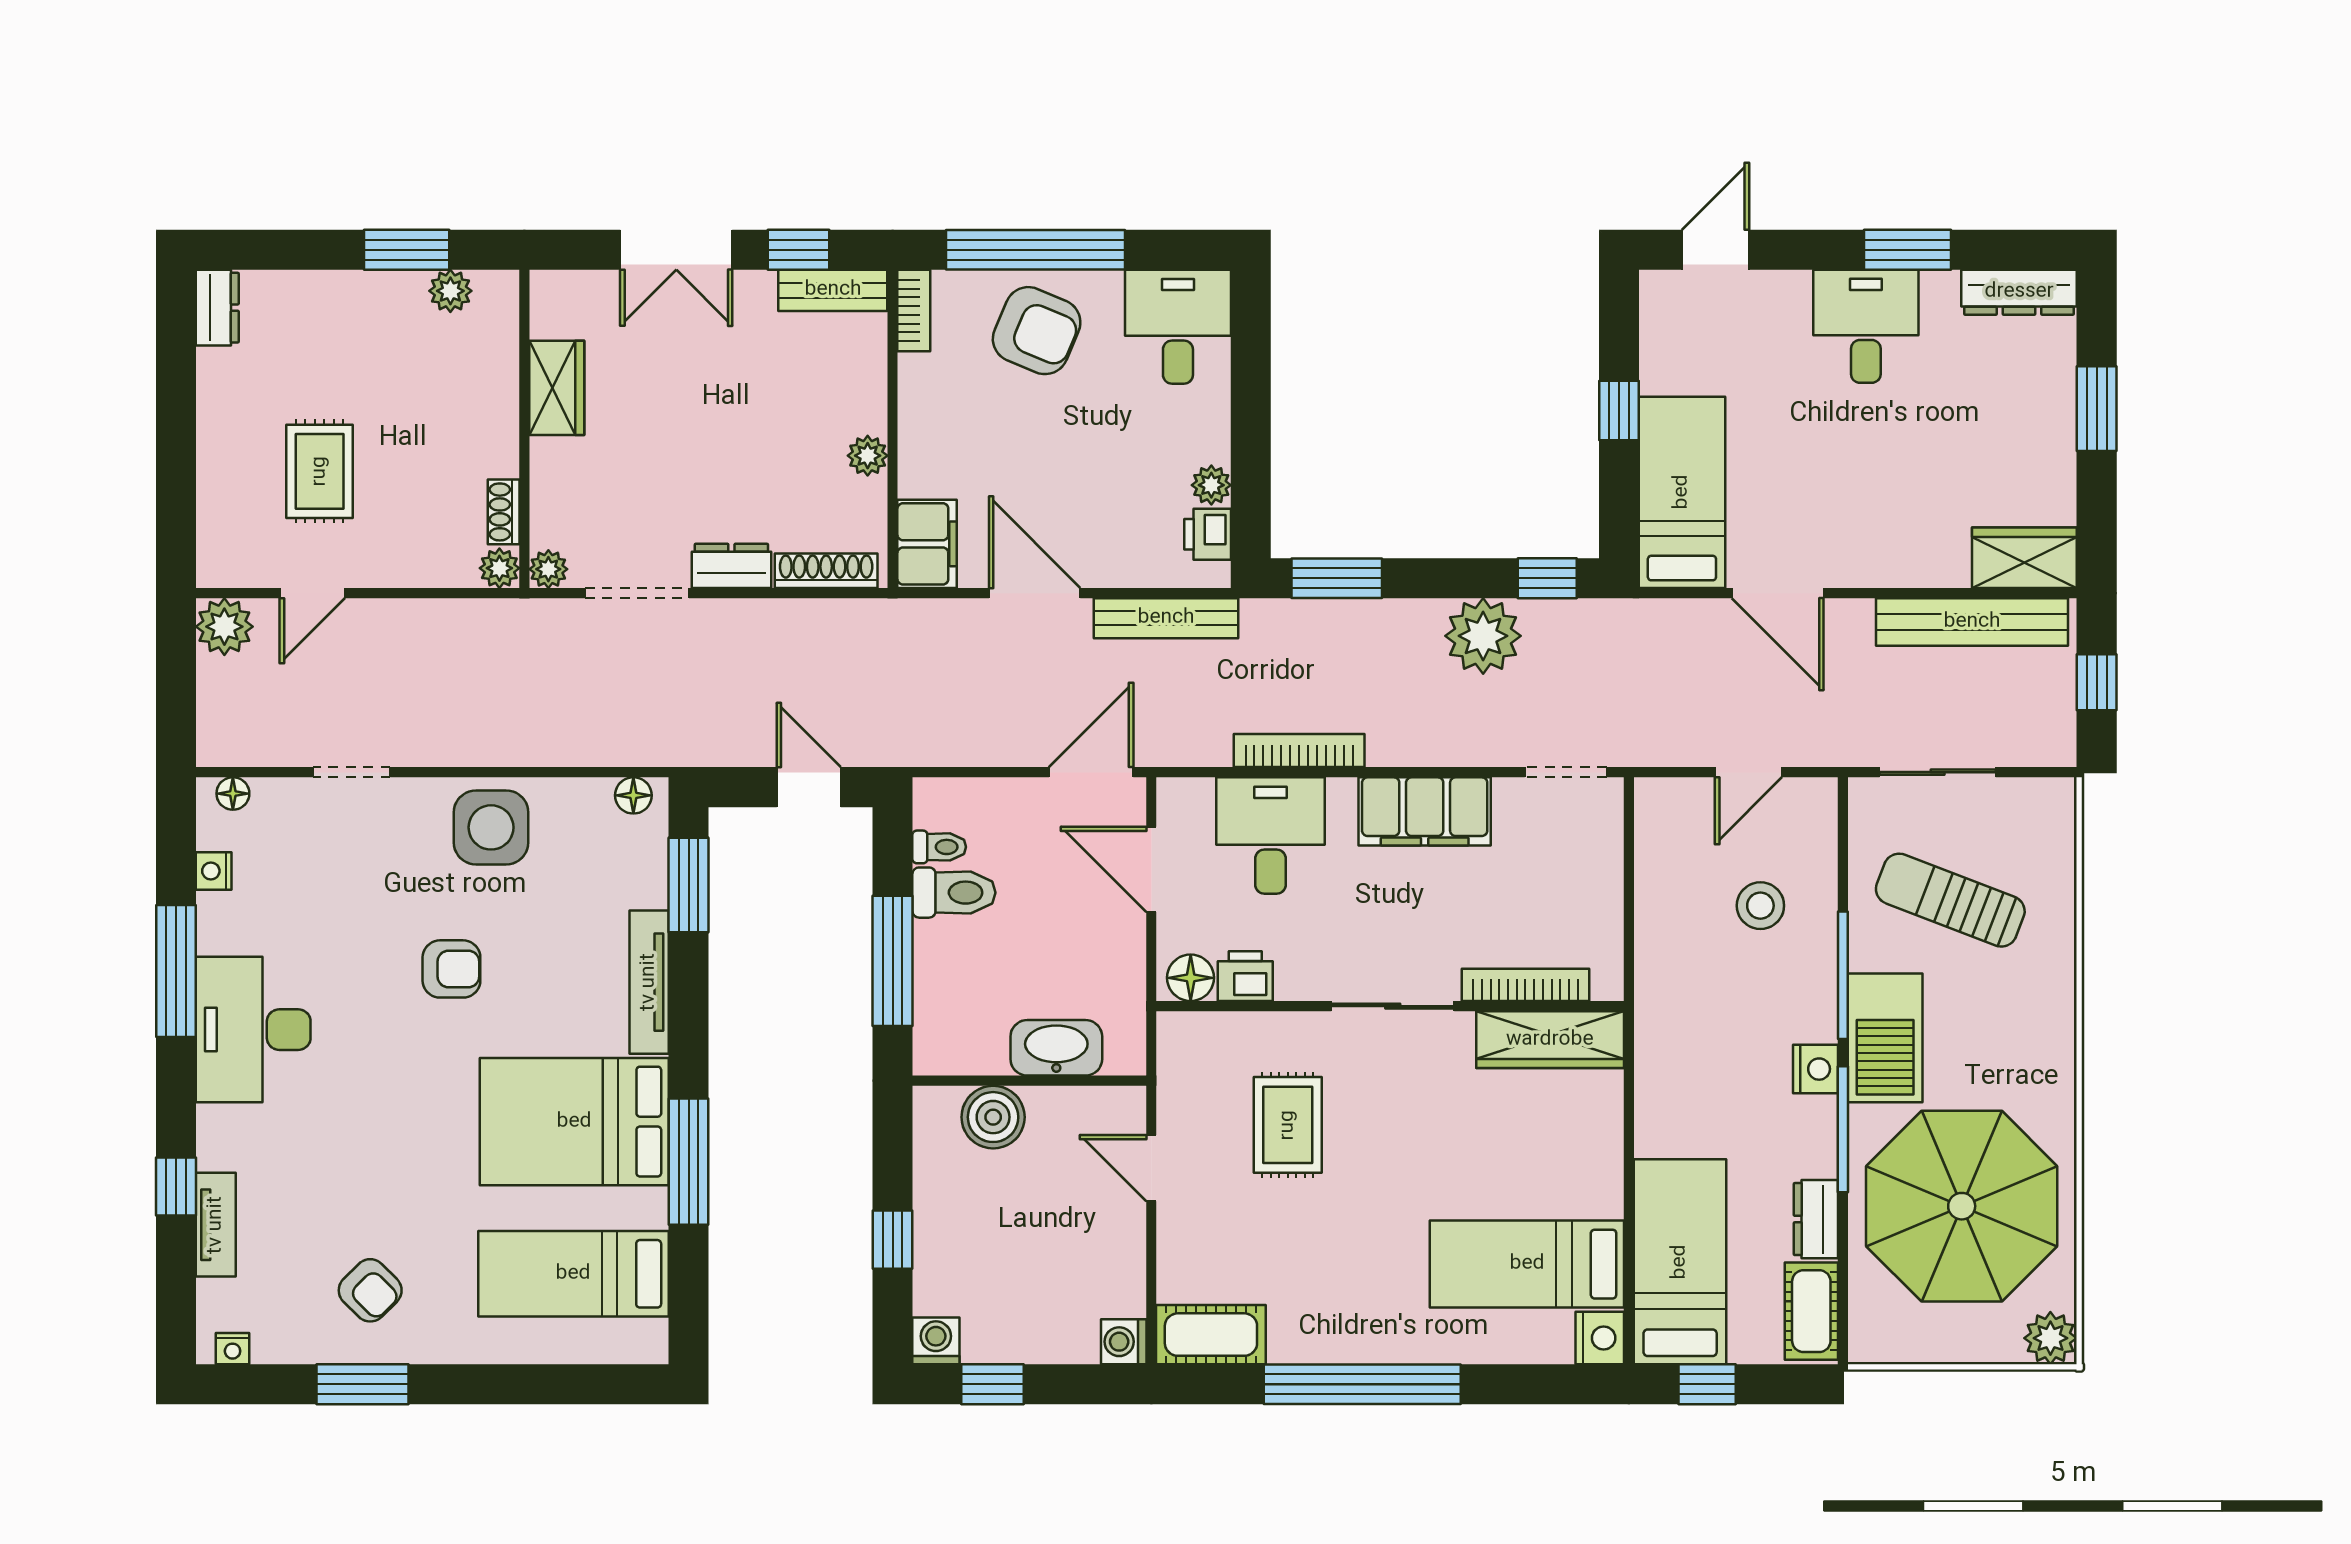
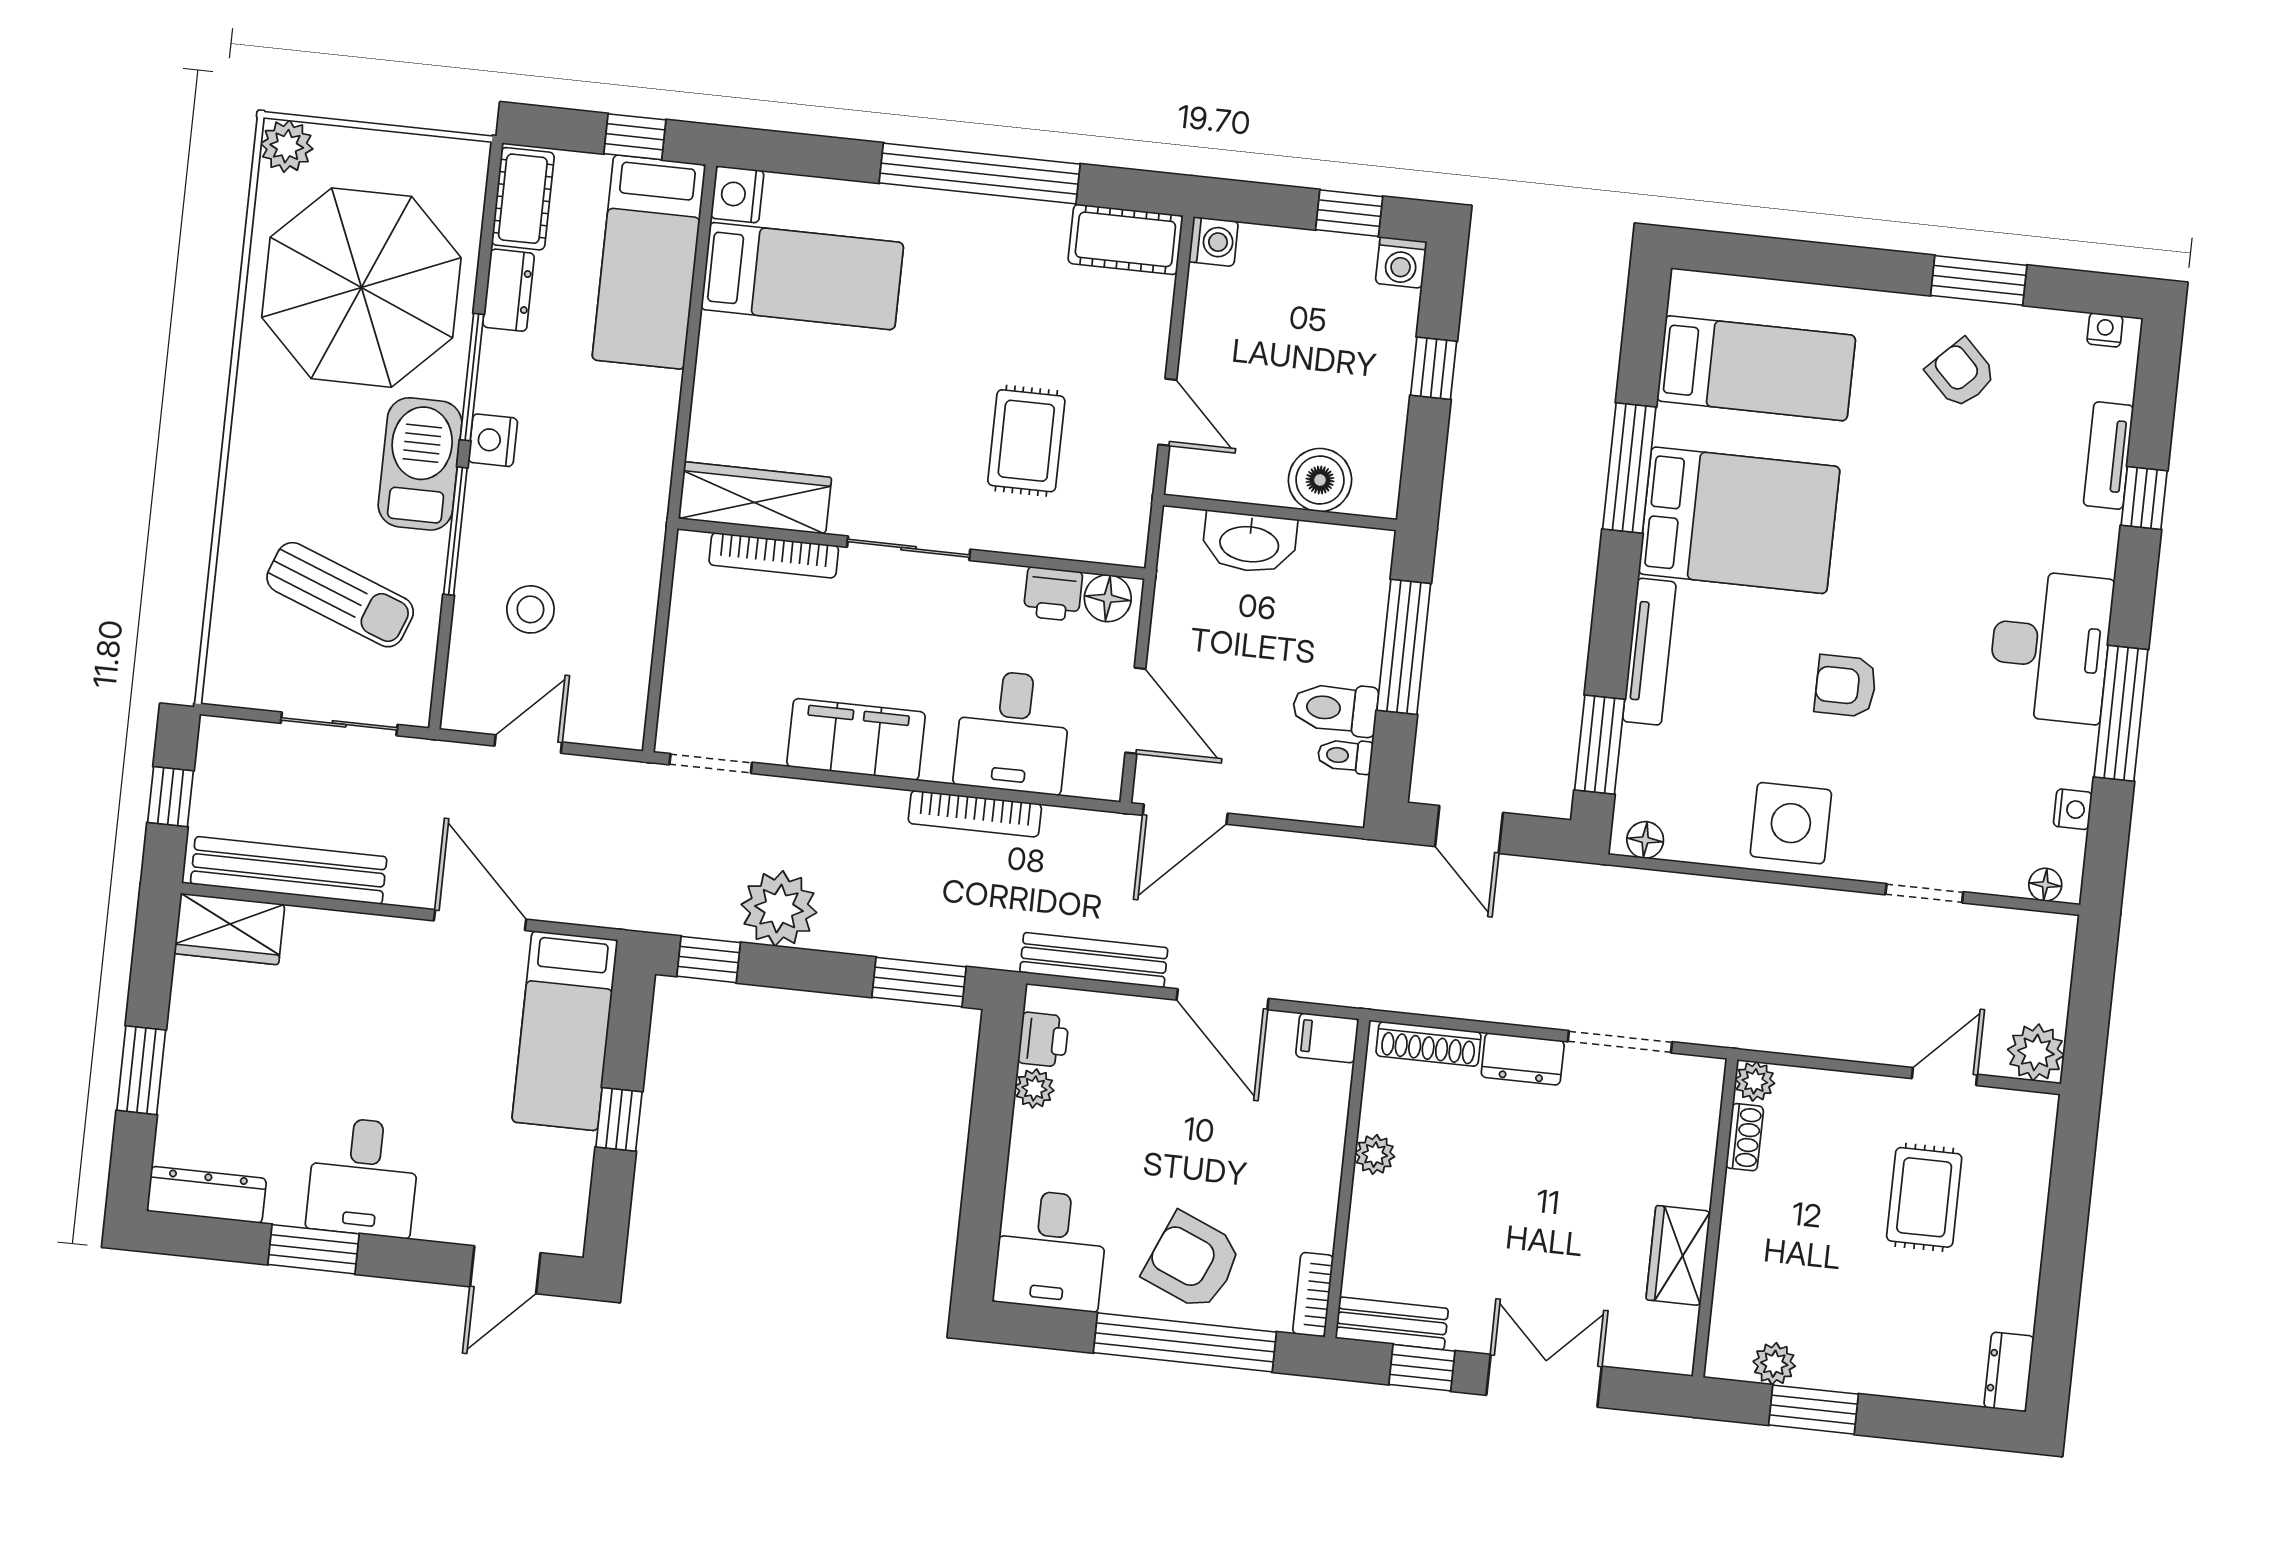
filing cabinet: (927, 544) -> (1327, 1038), width x0.50
plant: (548, 569) -> (1706, 1075), removed

